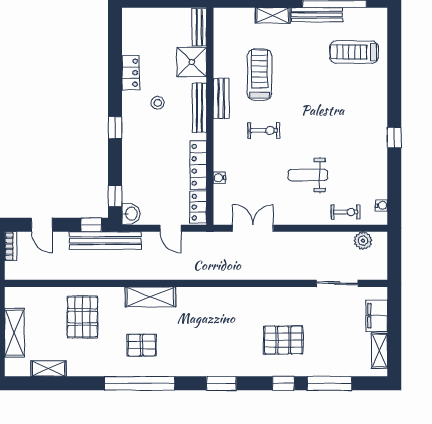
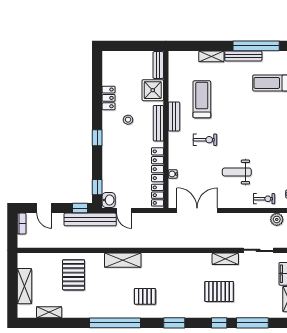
door: (171, 228) -> (124, 211), moved
double door: (253, 228) -> (197, 211), width x1.37
shelving: (292, 295) -> (225, 259), added
pallet: (142, 345) -> (145, 296), moved

